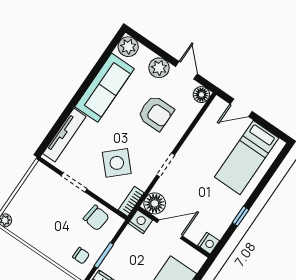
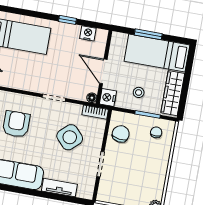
tv unit: (64, 135) -> (59, 188), width x0.71
floor lamp: (155, 203) -> (92, 98), width x0.53, depth x0.53
nightstand: (209, 243) -> (88, 33), moved
stool: (131, 256) -> (139, 92), added

